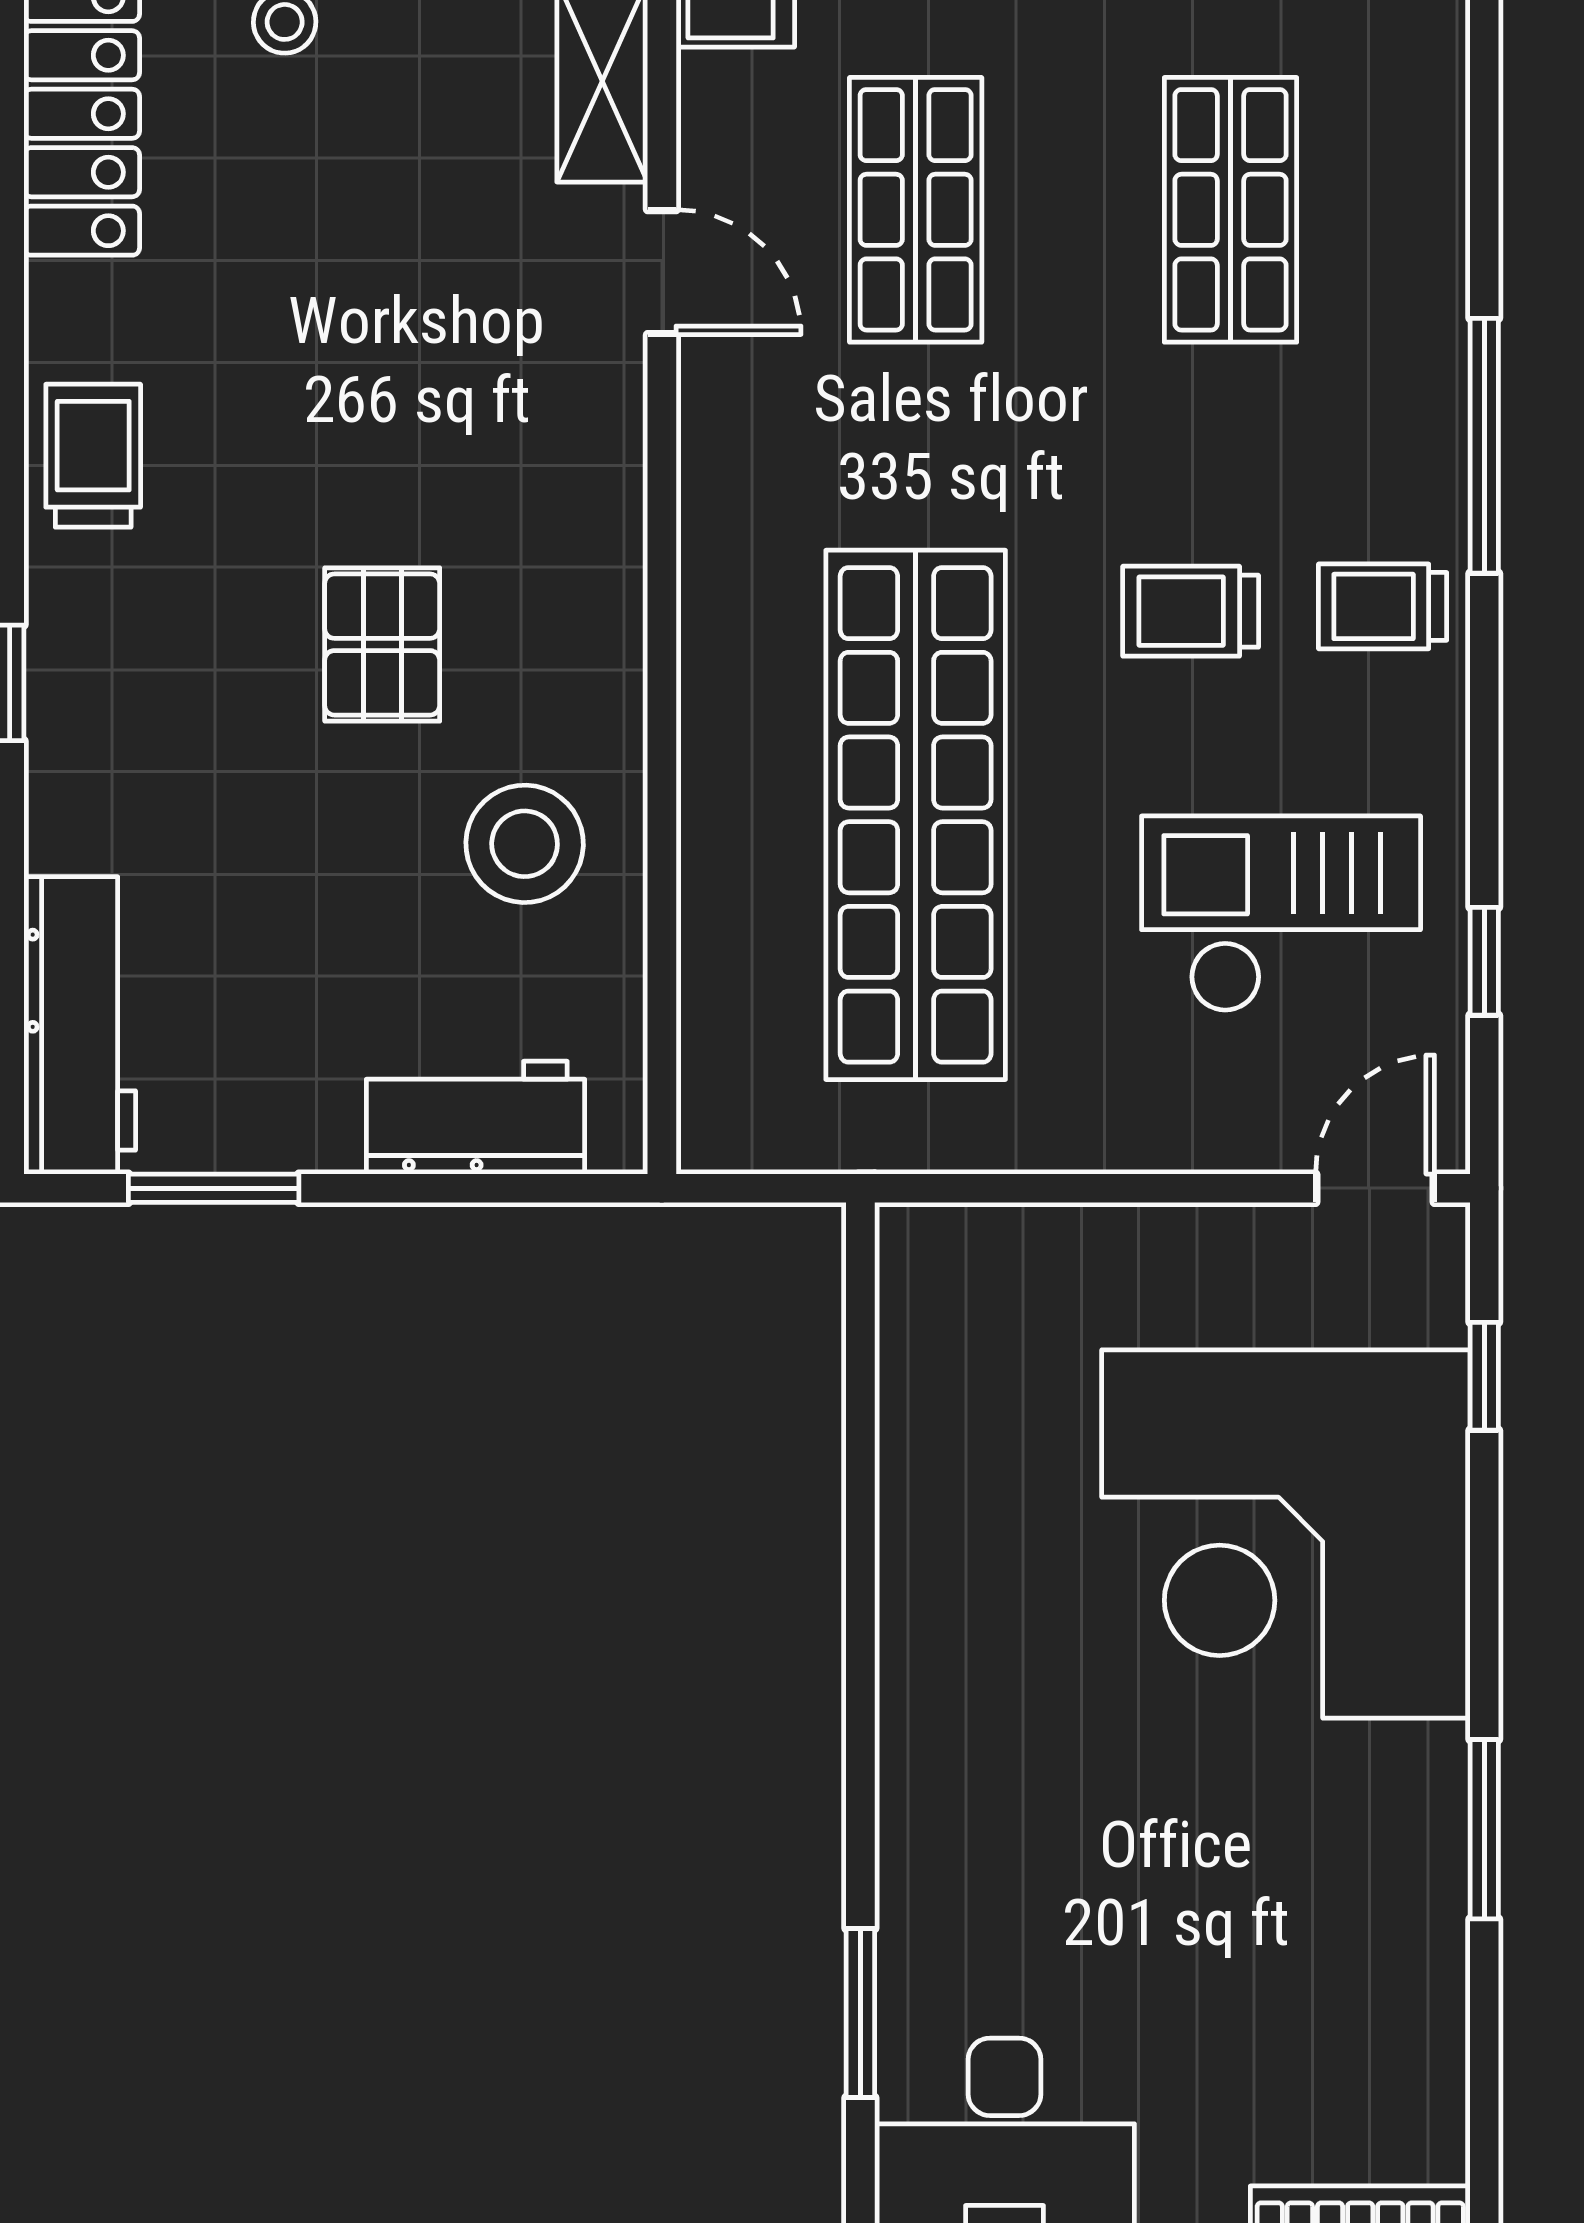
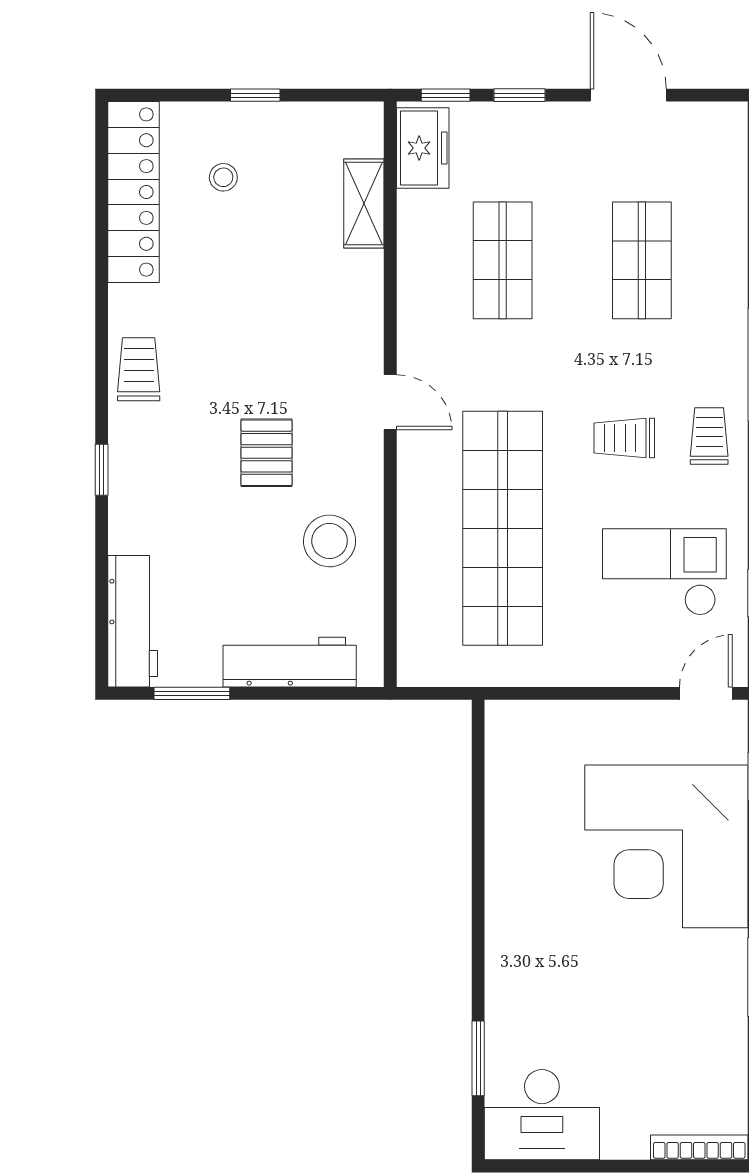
door: (662, 272) -> (390, 402), moved
trolley: (1383, 606) -> (709, 436), turned 90
workbench: (475, 1118) -> (290, 662), width x1.38

